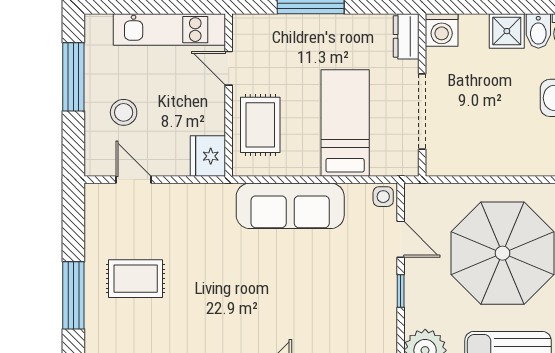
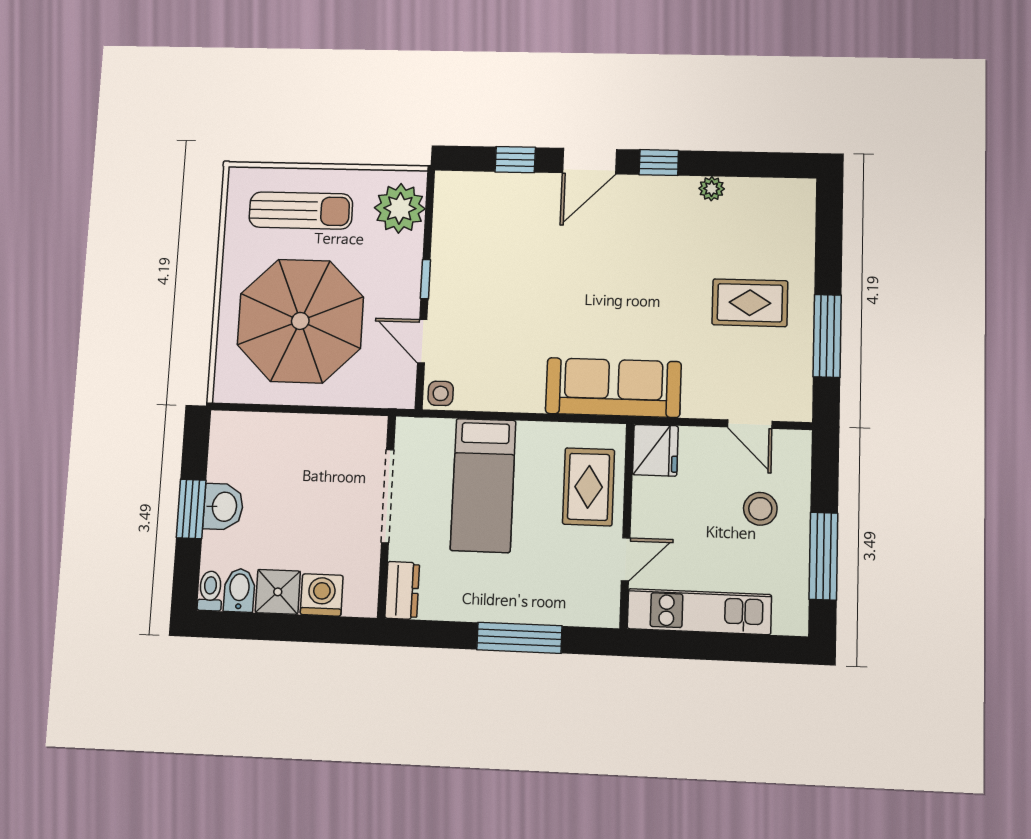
washing machine: (442, 30) -> (322, 595), moved
door: (229, 68) -> (626, 559), hinge flipped
sofa: (290, 206) -> (613, 388), moved
window: (73, 295) -> (827, 336), moved

